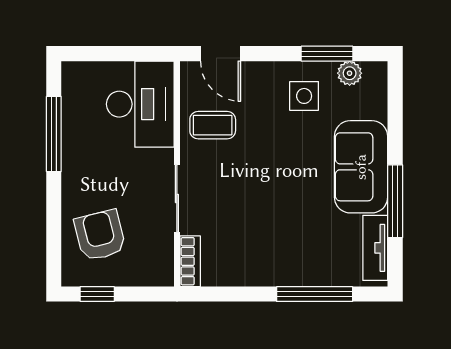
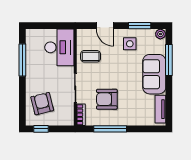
door: (221, 54) -> (105, 26), moved
plant: (350, 73) -> (160, 34), moved
window: (395, 201) -> (169, 60), moved
armchair: (251, 225) -> (107, 99), added
window: (315, 294) -> (110, 129), moved

